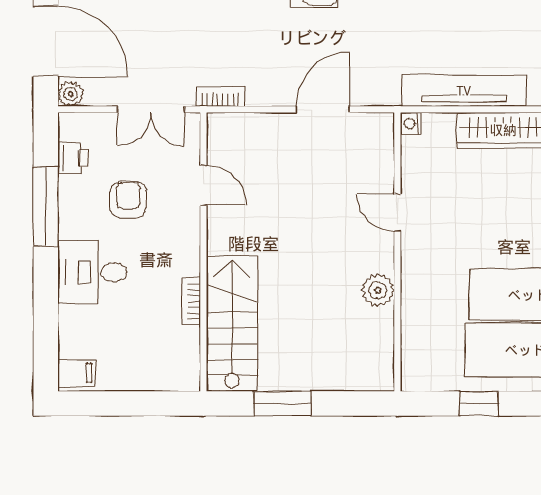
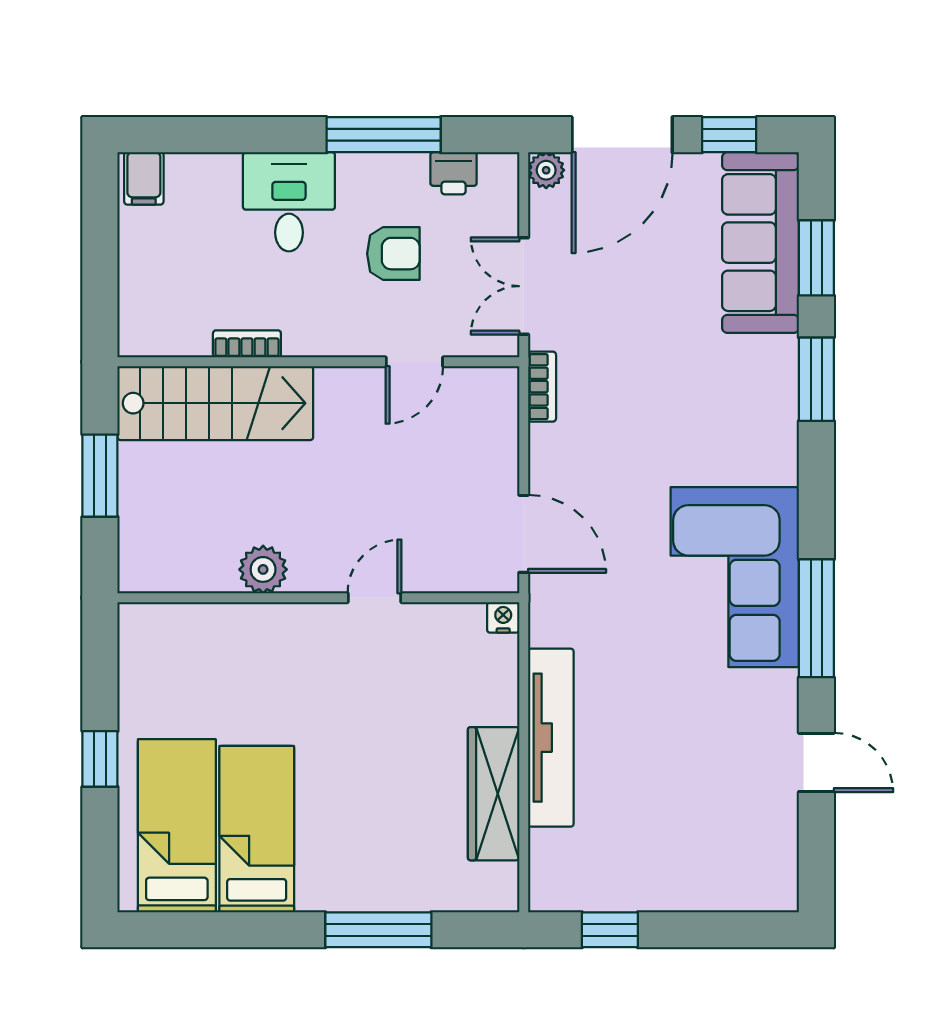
nightstand: (411, 124) -> (503, 617), moved
door: (397, 213) -> (374, 598), moved
wall: (397, 252) -> (318, 598), moved
plant: (378, 290) -> (263, 569), moved

